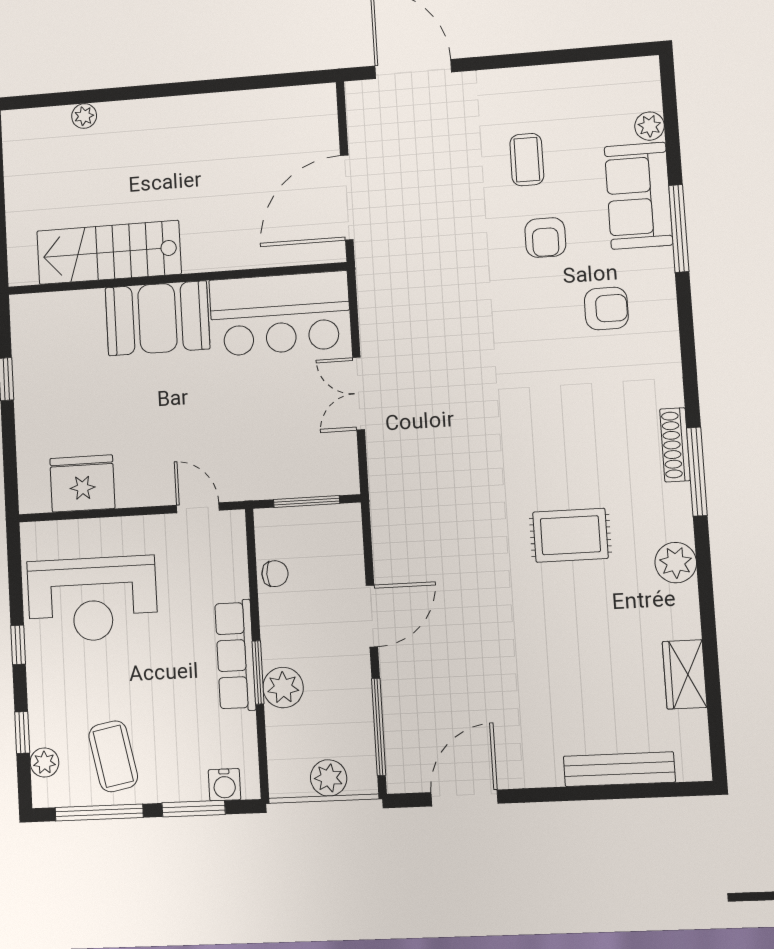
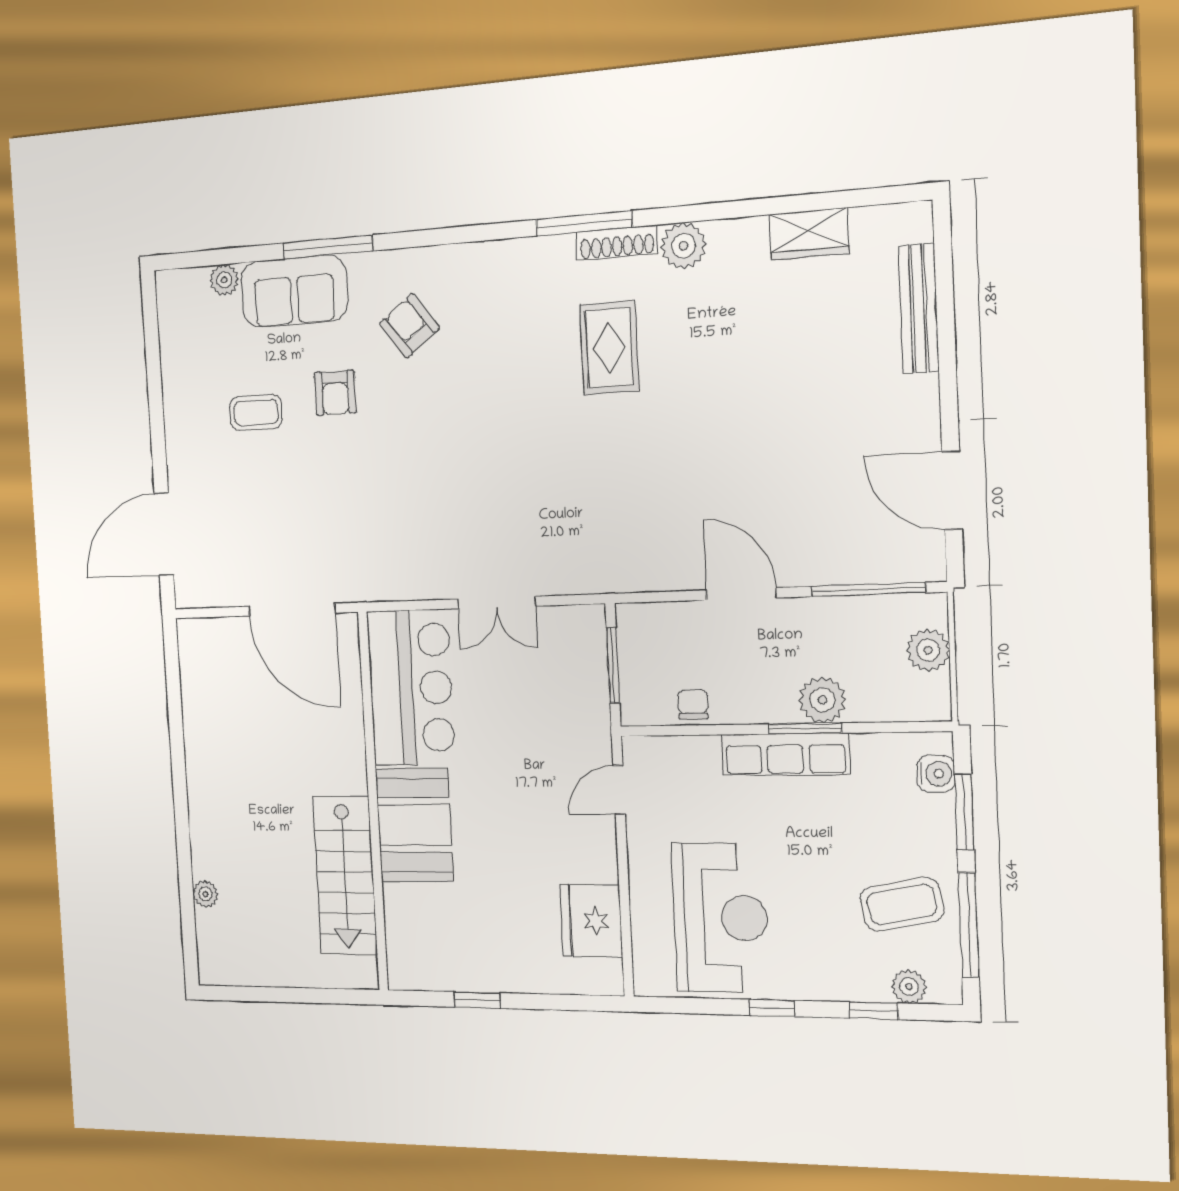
armchair: (545, 238) -> (335, 393), turned 90
armchair: (606, 308) -> (410, 326), turned -37
shoe rack: (675, 445) -> (617, 243), moved
rug: (570, 535) -> (609, 348), moved

